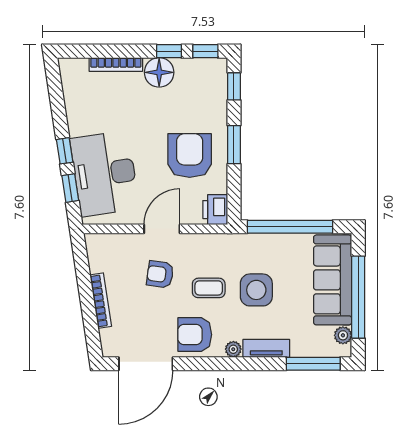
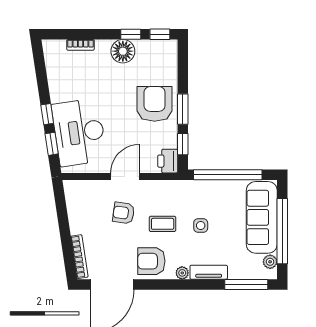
bookcase: (116, 64) -> (81, 45), width x0.64
window: (234, 86) -> (183, 144), moved
armchair: (190, 155) -> (155, 104), moved
side table: (256, 290) -> (201, 225), width x0.54, depth x0.54
bookcase: (101, 301) -> (79, 257), moved

